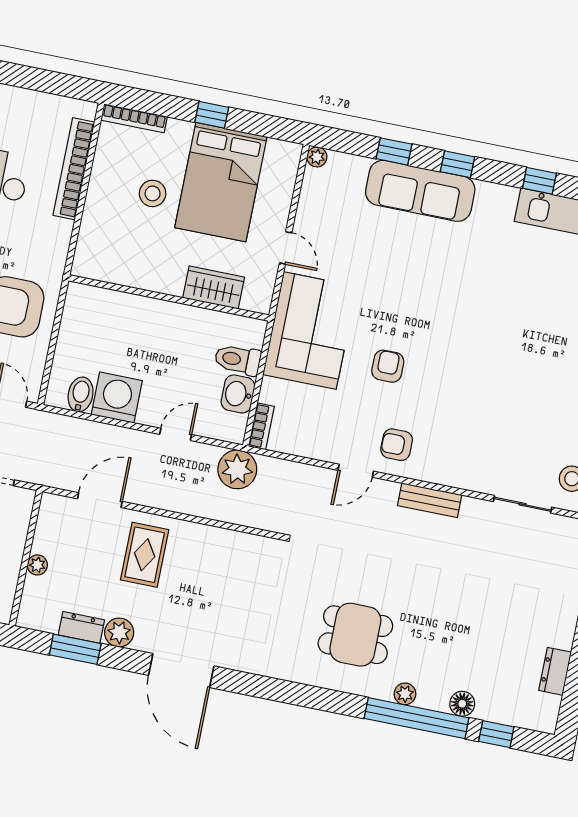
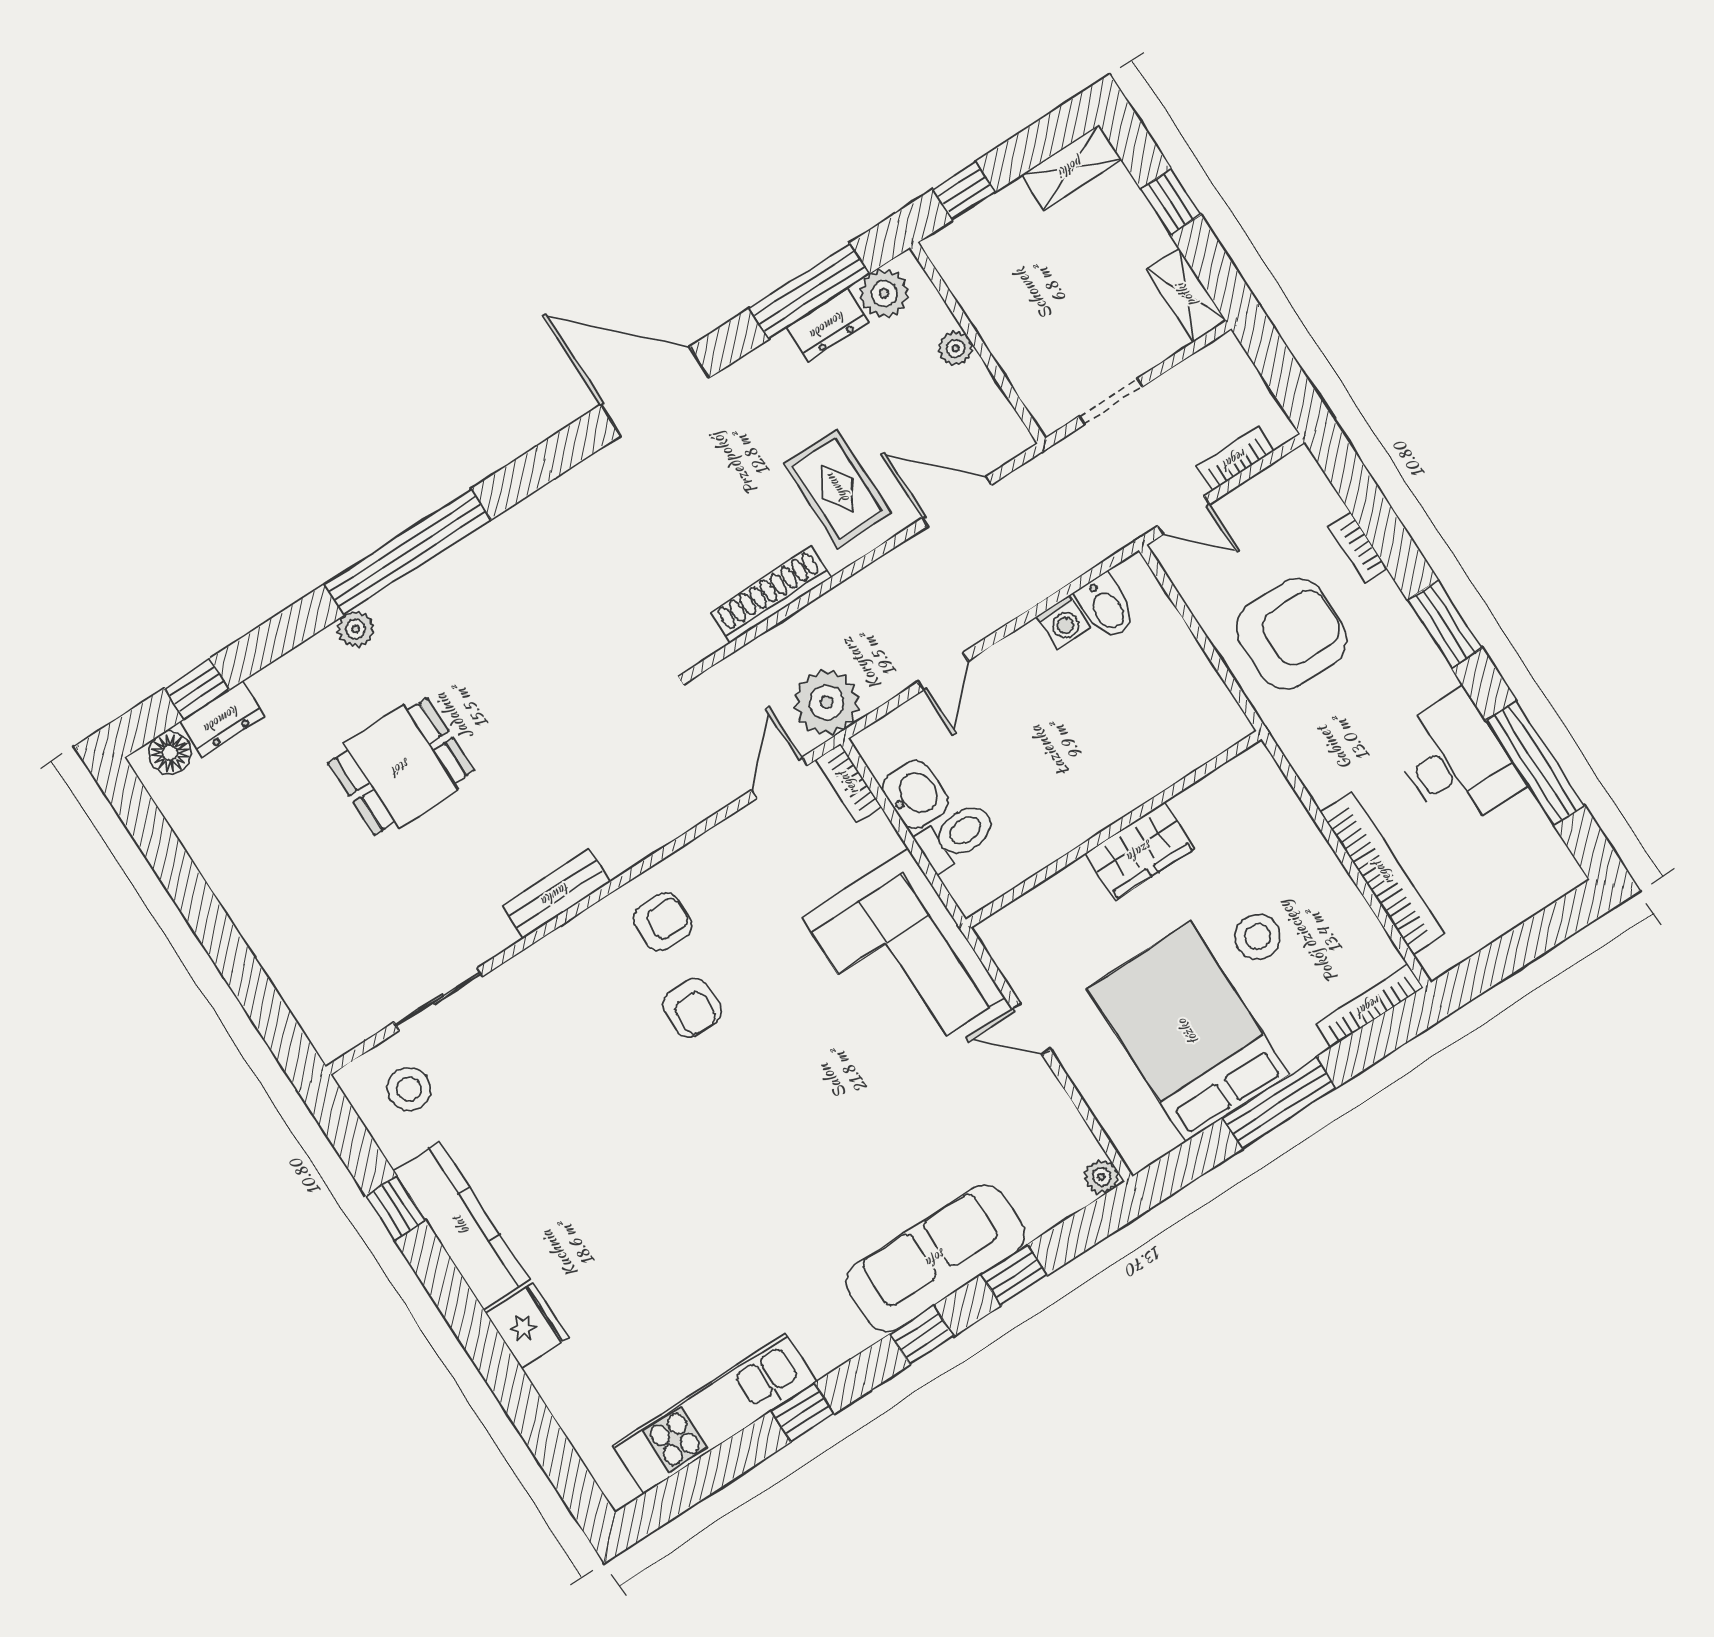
window: (212, 115) -> (1279, 1103), width x2.17
wardrobe: (214, 288) -> (1140, 851), moved
armchair: (388, 366) -> (692, 1008), moved
washing machine: (117, 398) -> (1063, 622), width x0.53, depth x0.53
door: (356, 471) -> (779, 778), moved
door: (100, 500) -> (957, 501), swing flipped
shoe rack: (216, 538) -> (771, 595), added
plant: (119, 632) -> (884, 293), moved
dining table: (355, 635) -> (401, 767), moved
window: (75, 649) -> (809, 291), width x1.44
dresser: (555, 671) -> (222, 719), moved, turned 90
floor lamp: (462, 704) -> (170, 753), moved
window: (417, 718) -> (408, 552), moved

